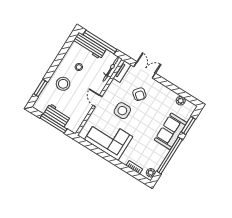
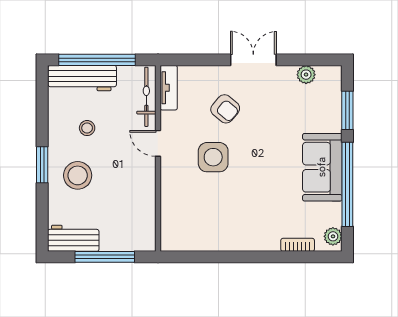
double door: (145, 70) -> (253, 60), moved
window: (41, 88) -> (42, 165), moved
door: (97, 101) -> (158, 143), moved
workbench: (57, 115) -> (73, 238), moved
sofa: (171, 131) -> (322, 167), moved
corner sofa: (109, 138) -> (219, 222), removed

